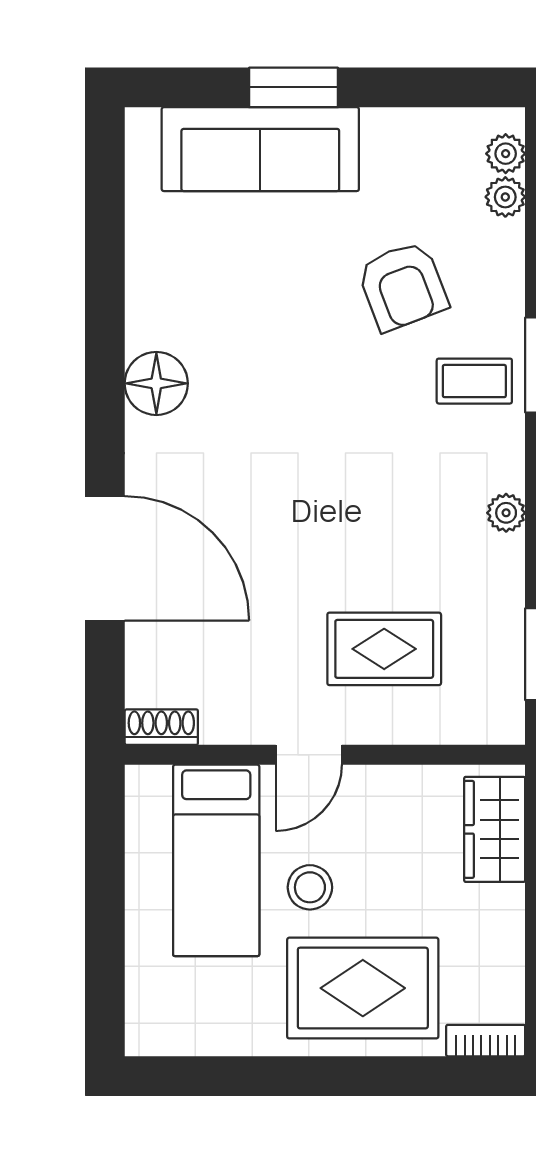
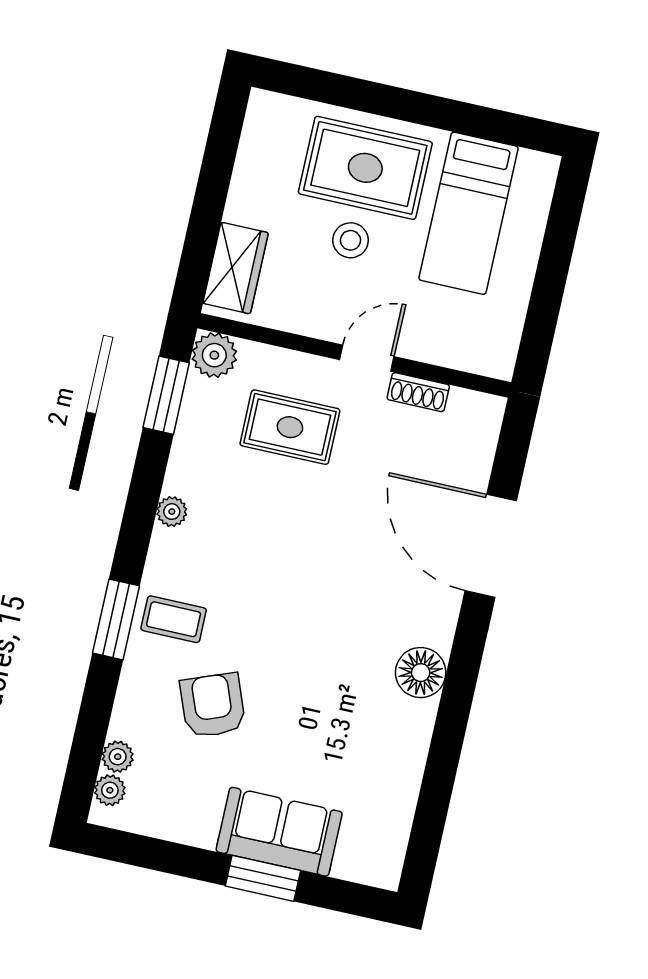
sofa: (260, 149) -> (279, 832), width x0.73
plant: (497, 717) -> (214, 355), added
shoe rack: (161, 727) -> (418, 392), moved
bed: (216, 860) -> (469, 213), moved, turned 180
stool: (310, 887) -> (351, 240), moved
bookcase: (486, 1041) -> (279, 106), removed

